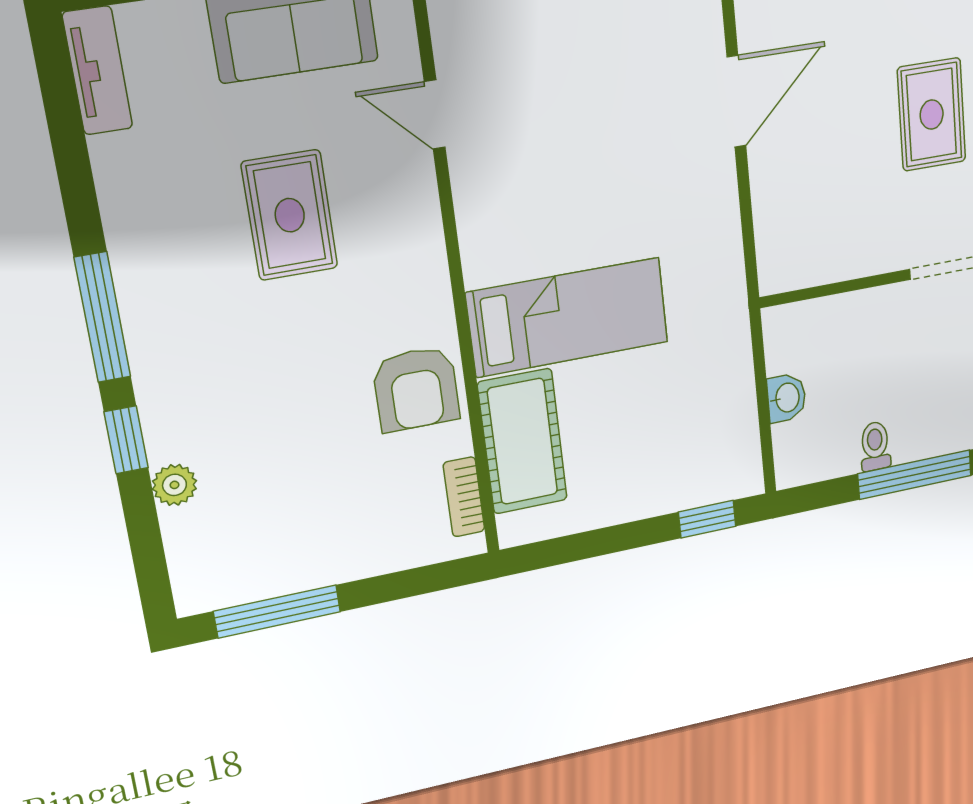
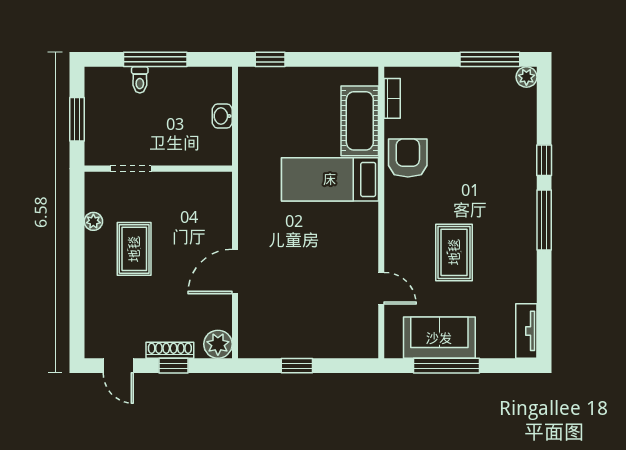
toilet: (875, 446) -> (140, 80), moved
plant: (174, 485) -> (526, 77), moved

